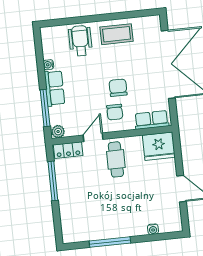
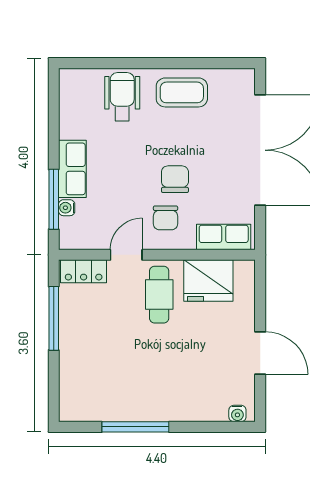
water cooler: (48, 65) -> (67, 208), moved
plant: (58, 132) -> (71, 240), removed
fridge: (159, 146) -> (208, 281), moved
water cooler: (153, 229) -> (237, 414), moved

